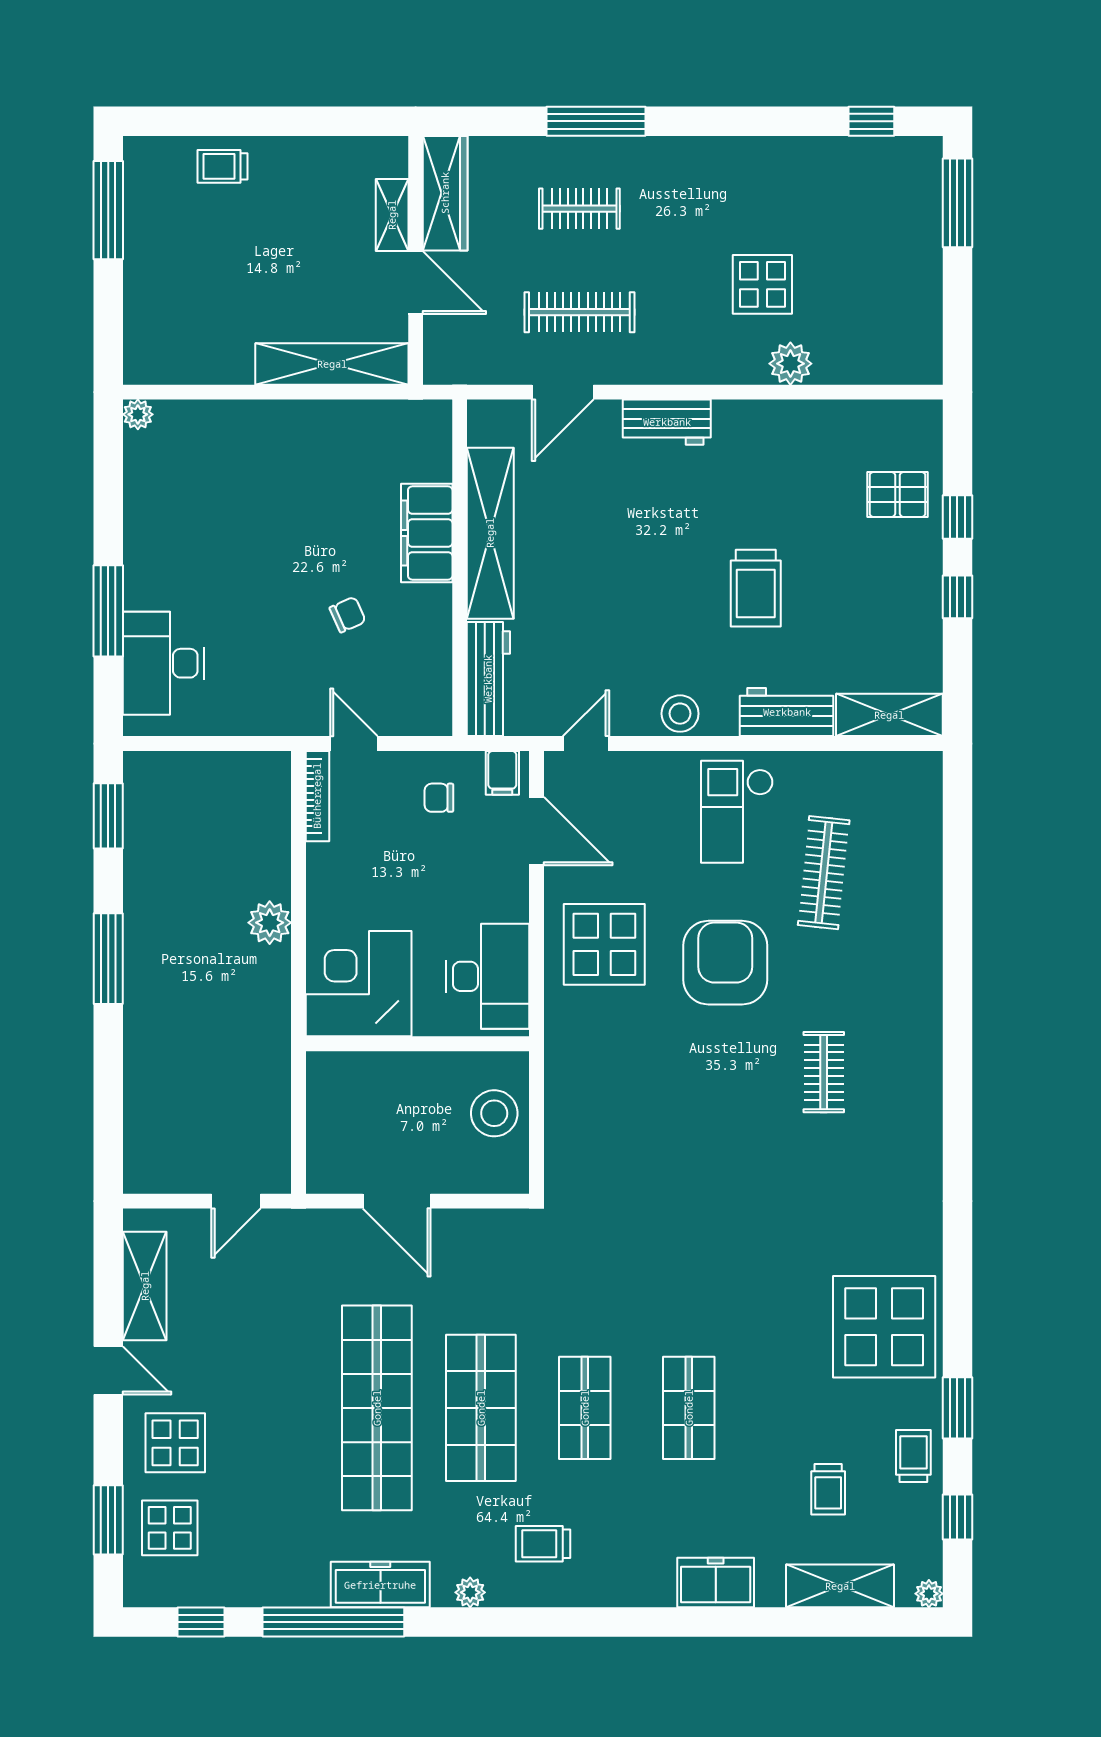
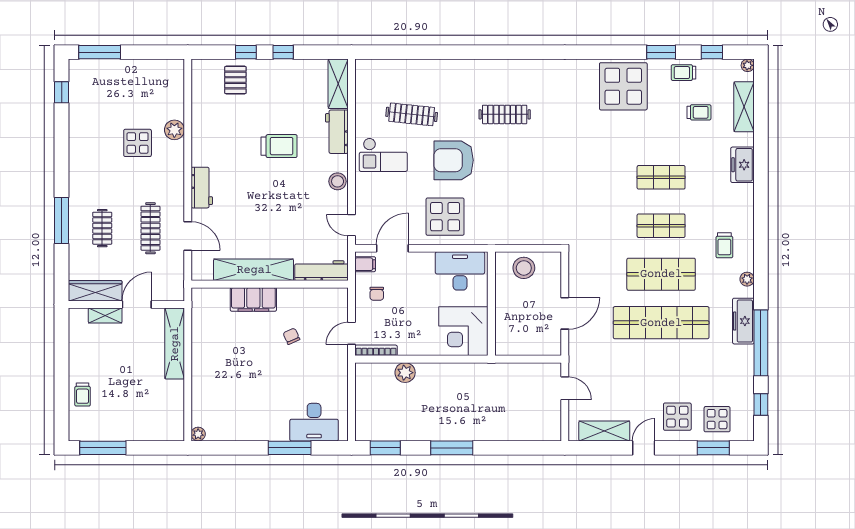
plant: (270, 923) -> (405, 373), moved
clothes rail: (824, 1072) -> (505, 114), width x1.36

